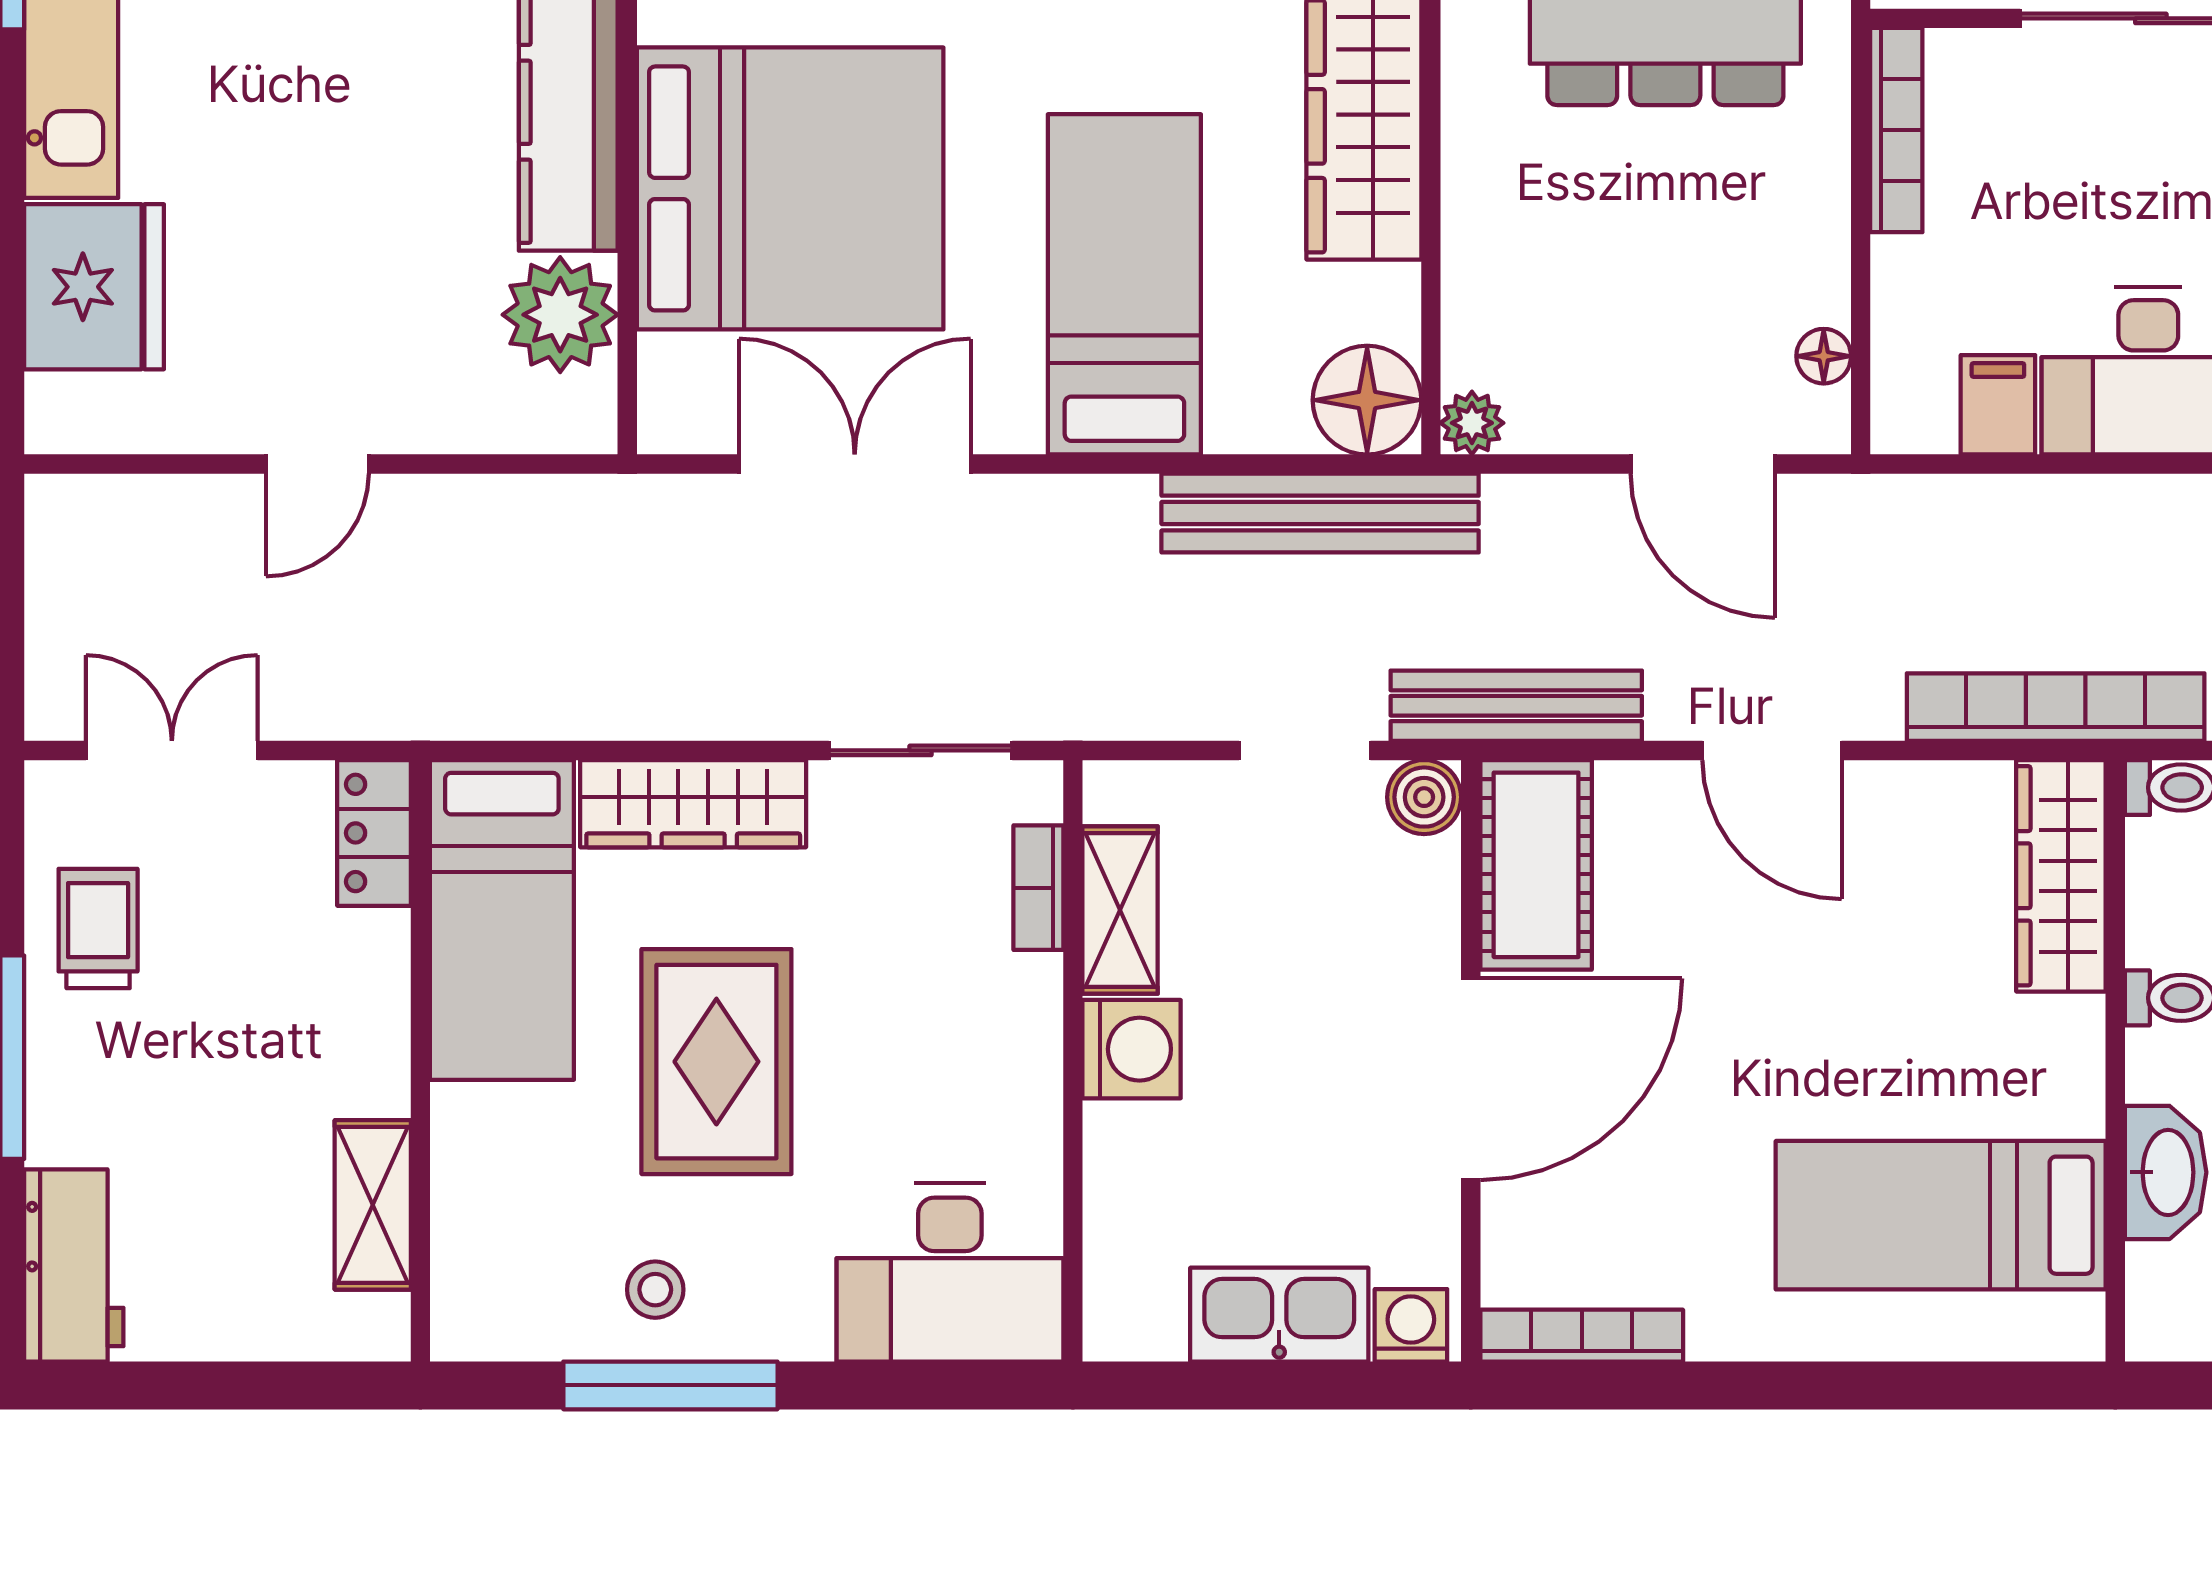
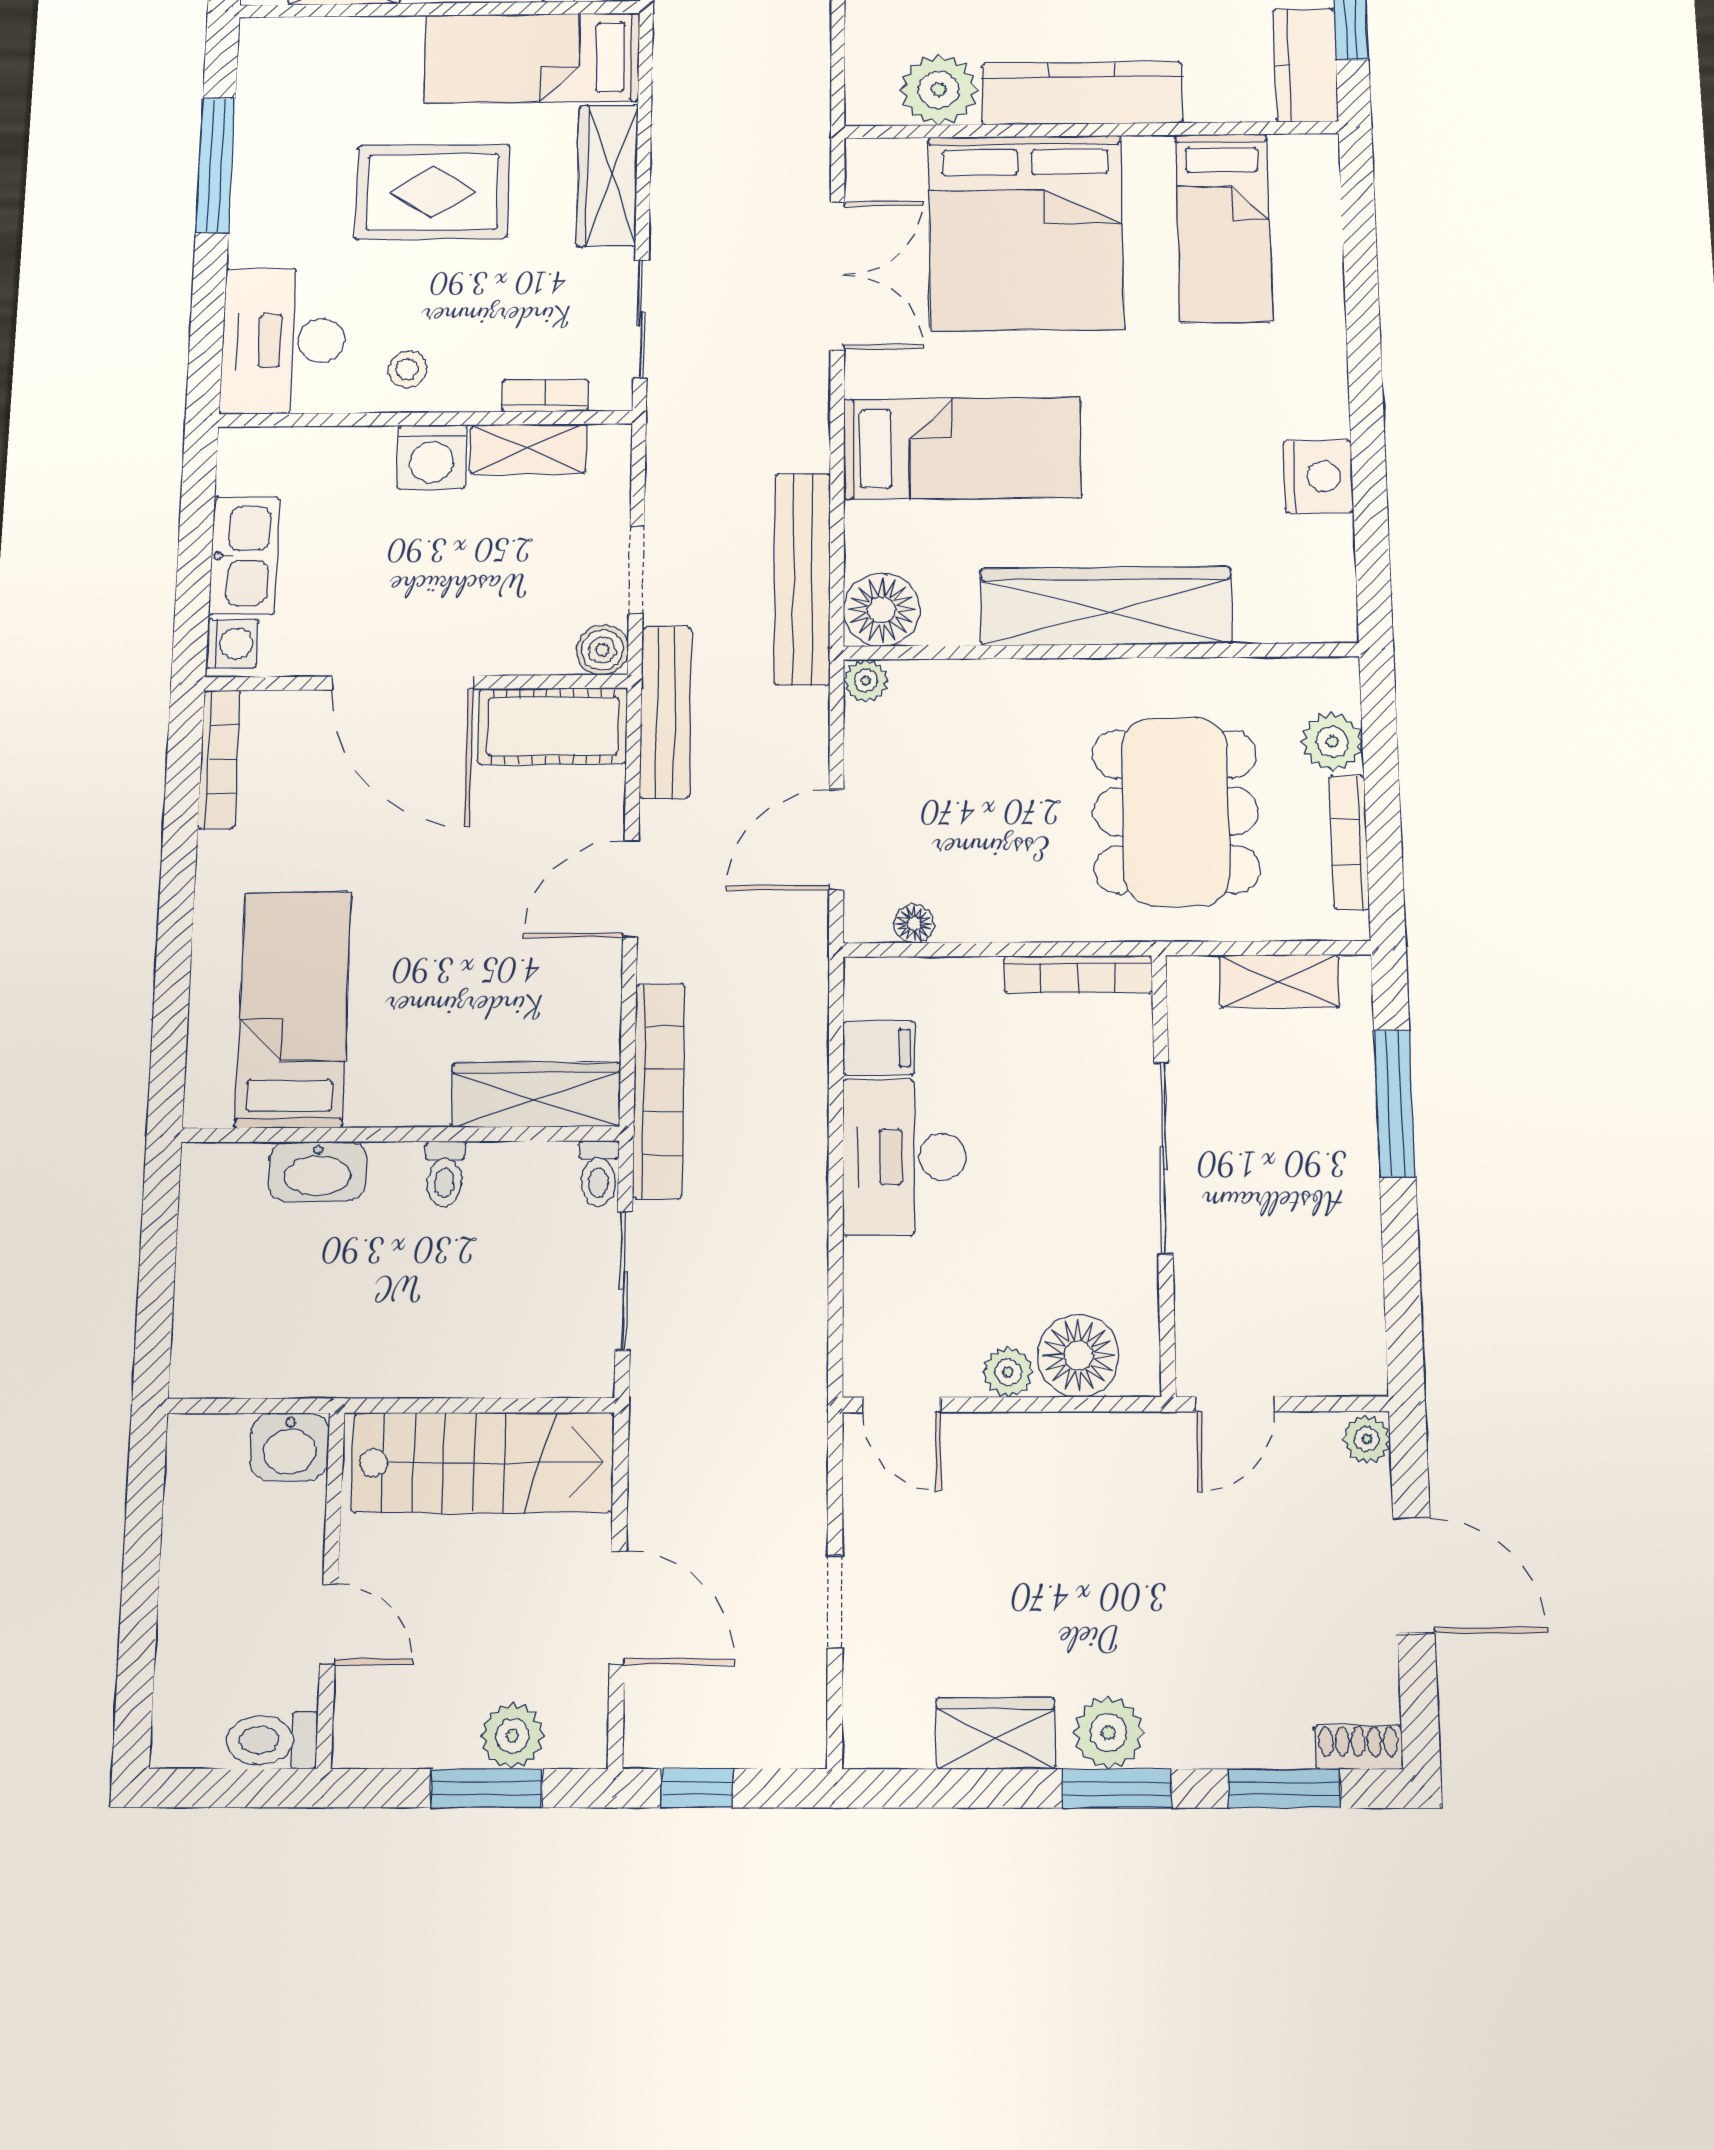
stool: (655, 1290) -> (408, 369), moved

